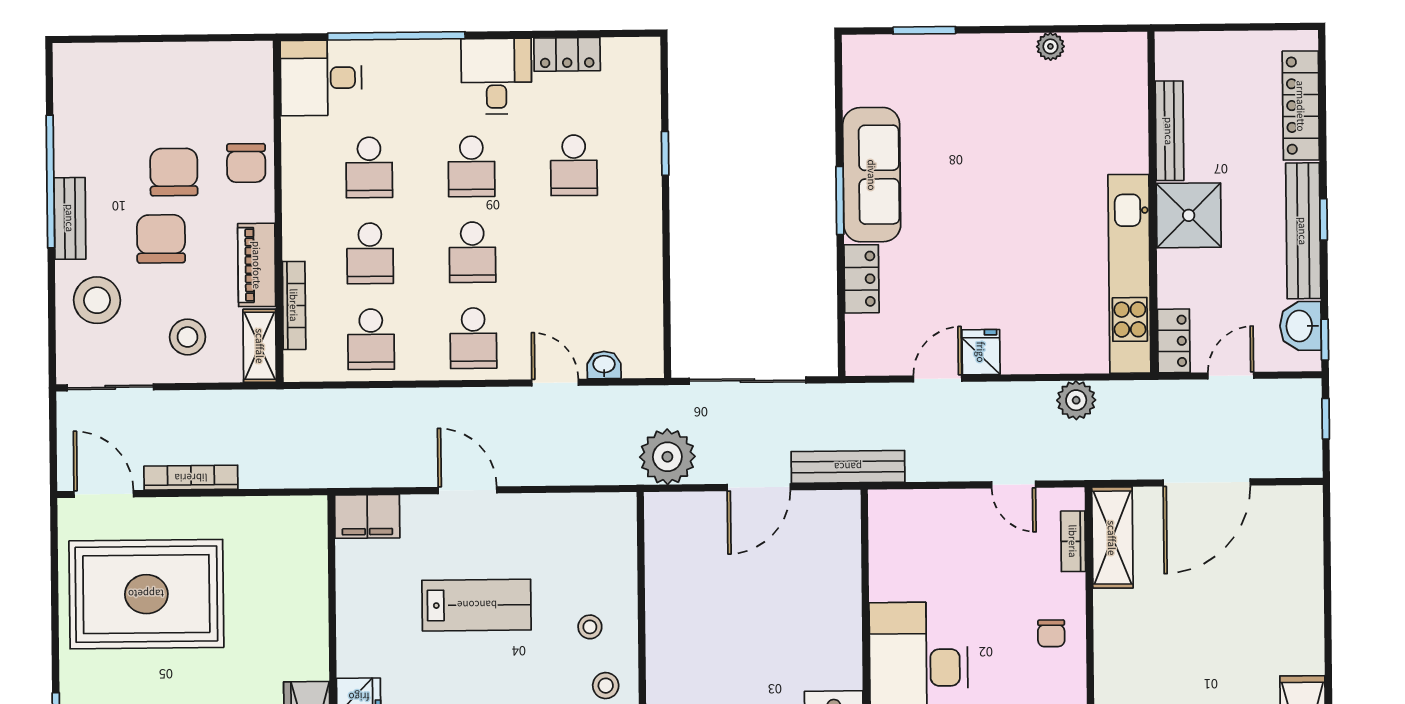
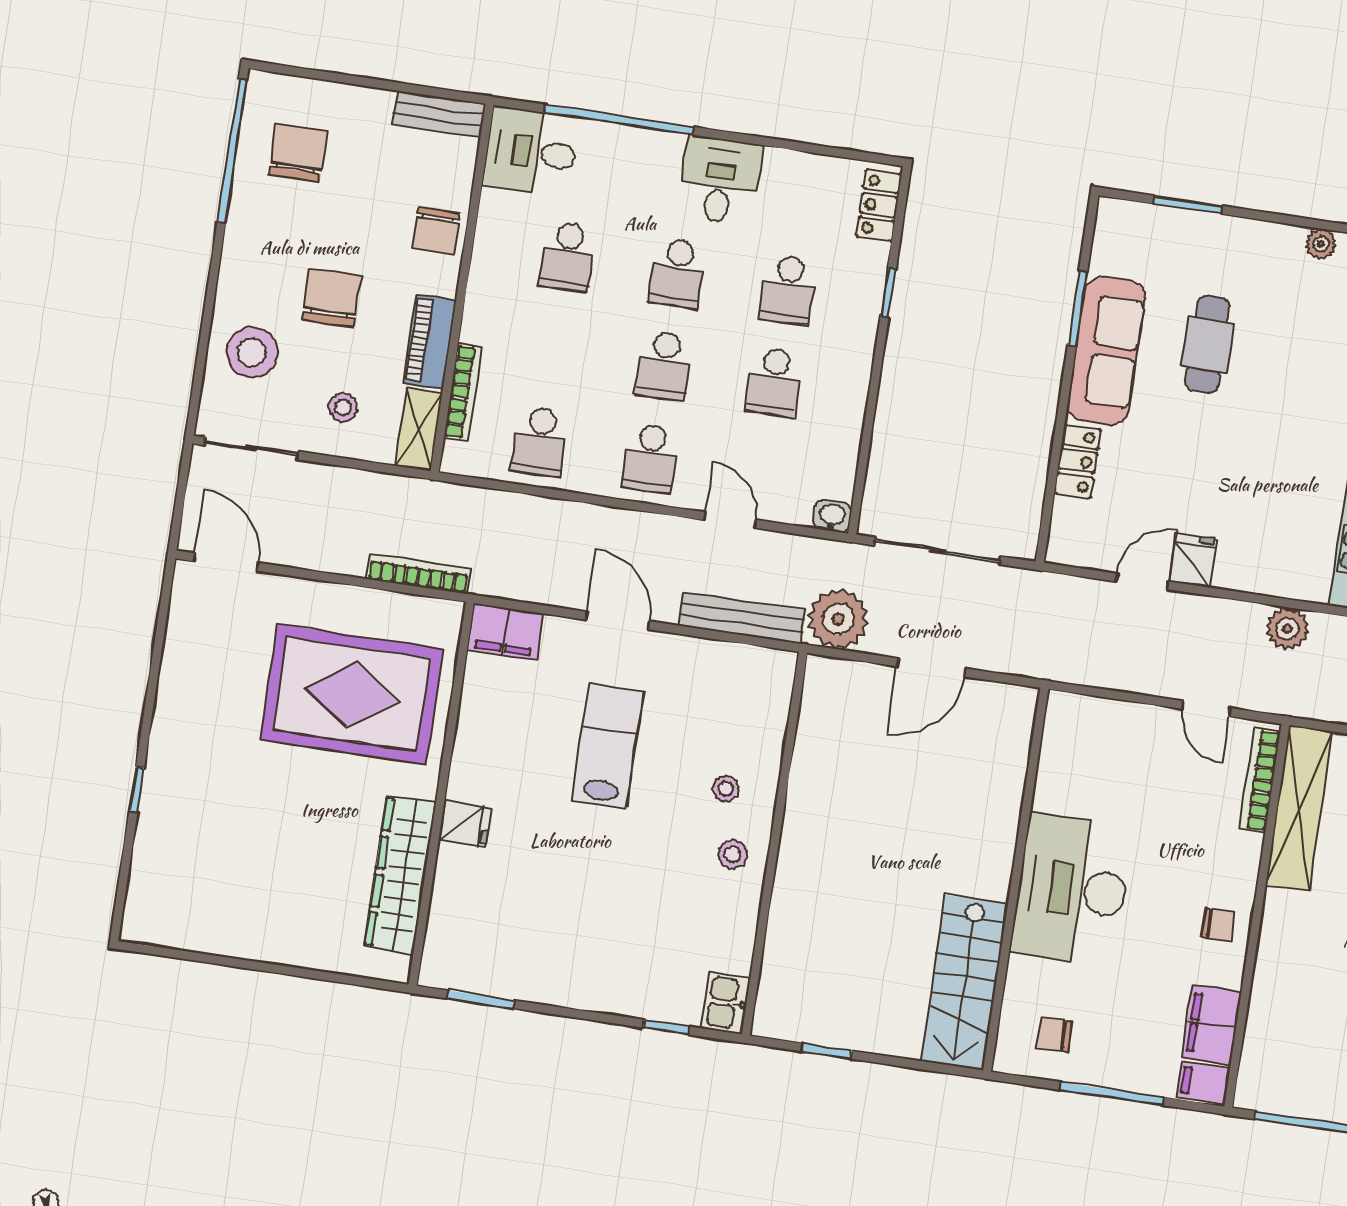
locker: (567, 54) -> (879, 205), moved, turned 90
cafe table: (962, 154) -> (1208, 344), added
chair: (174, 172) -> (298, 153), moved
window: (50, 181) -> (232, 151), moved
window: (840, 200) -> (1078, 309), moved
bench: (70, 218) -> (439, 114), moved, turned 90
school desk: (370, 253) -> (774, 382), moved
stool: (188, 337) -> (343, 408), width x0.73, depth x0.73
washbasin: (604, 365) -> (832, 516), moved
bench: (848, 467) -> (742, 618), moved
bookcase: (191, 478) -> (418, 574), moved
shelving: (1112, 538) -> (1299, 808), width x1.47
bookcase: (1073, 541) -> (1260, 780), width x1.56
rug: (146, 594) -> (352, 694), moved
lab bench: (477, 605) -> (608, 746), turned -90
chair: (1051, 633) -> (1218, 925), moved, turned -90

